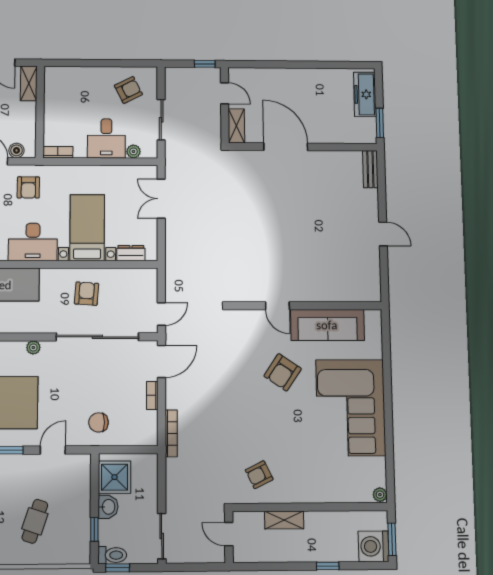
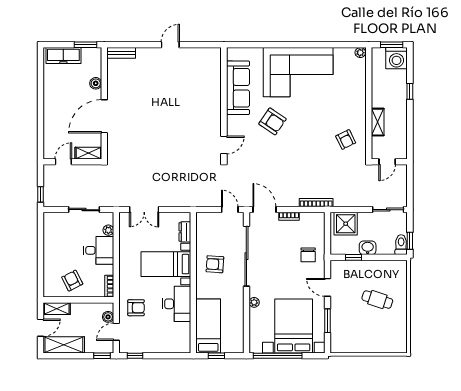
window: (205, 64) -> (41, 194), moved
armchair: (128, 90) -> (72, 281), moved
boiler: (329, 136) -> (96, 83), added
door: (277, 306) -> (224, 145), moved
shower: (114, 477) -> (346, 224), moved
window: (94, 529) -> (353, 257), moved

